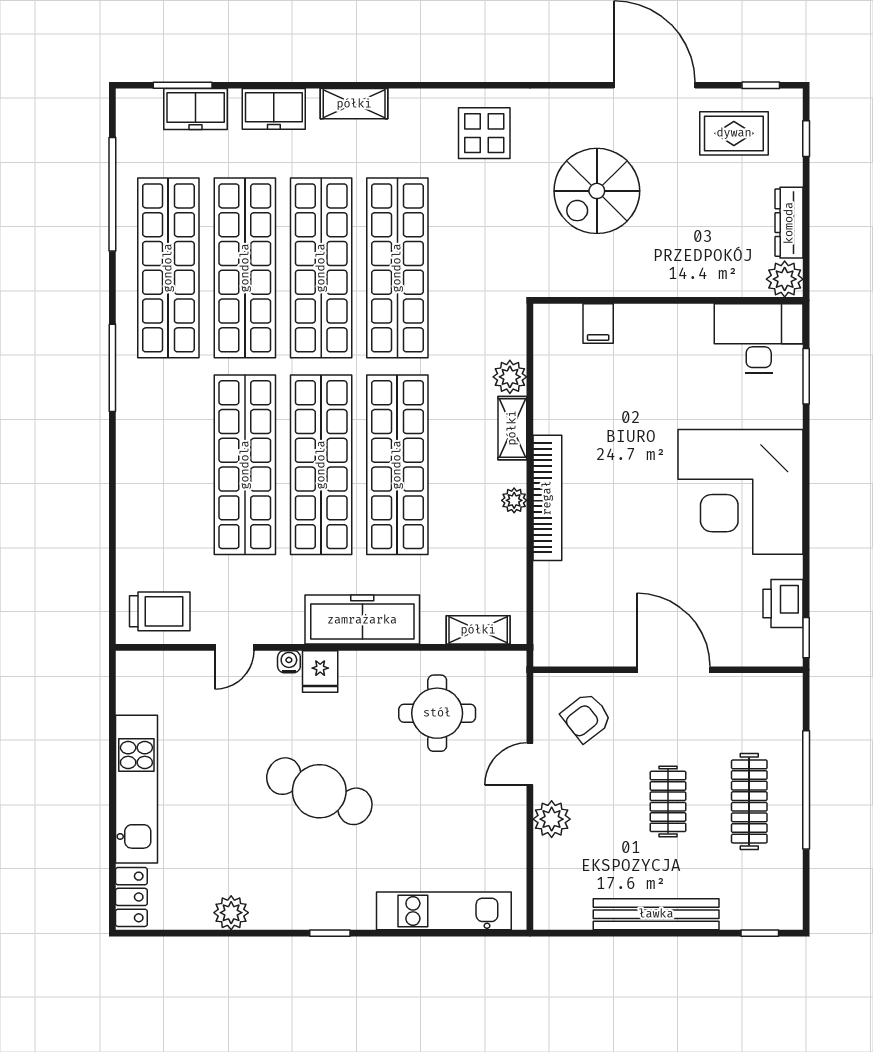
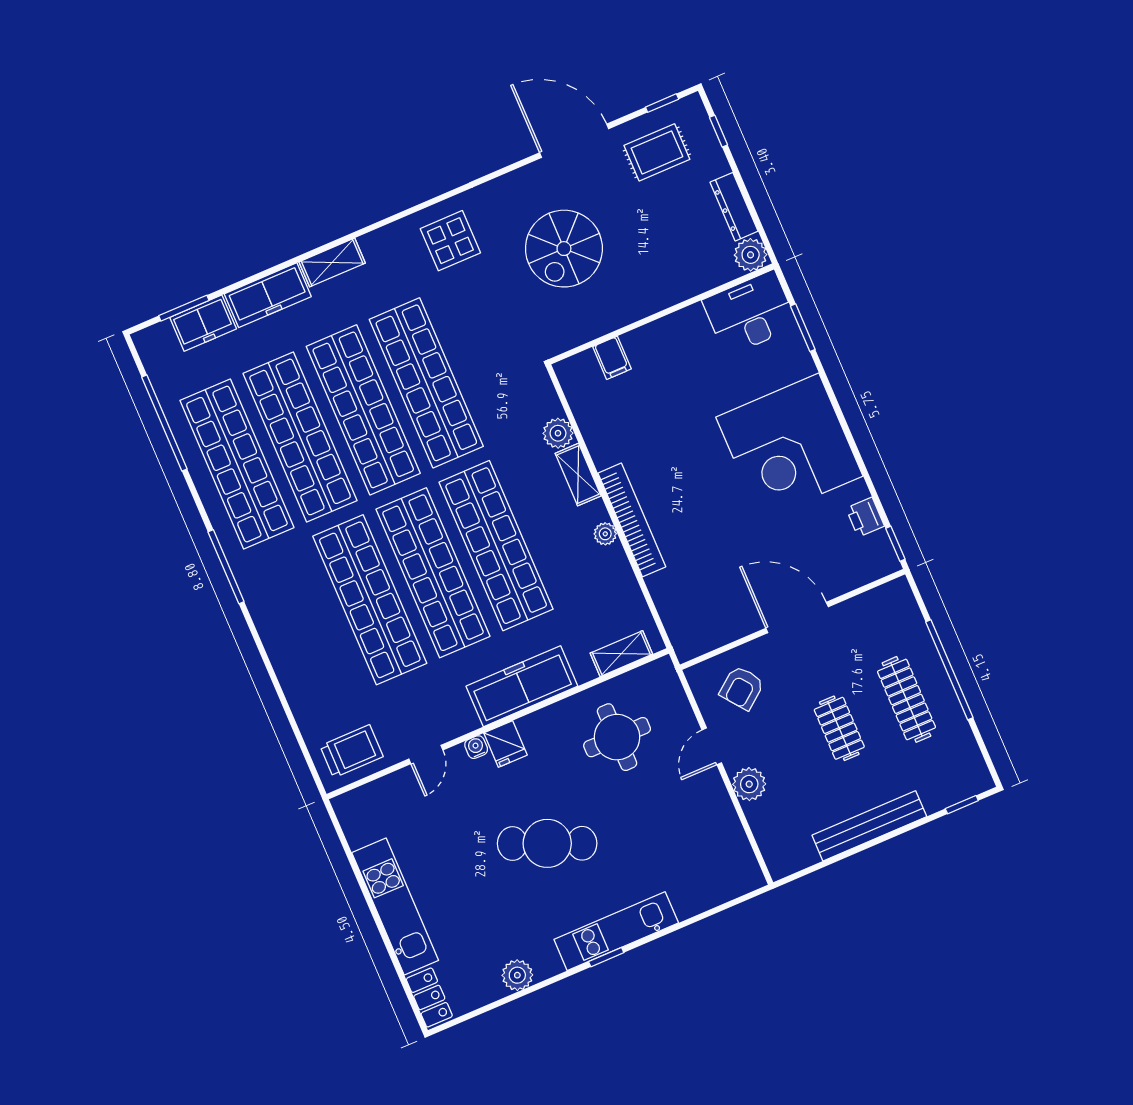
freezer: (274, 109) -> (268, 295), width x1.40
printer: (783, 604) -> (865, 517), width x0.73, depth x0.81
kitchen unit: (444, 911) -> (616, 931), moved

